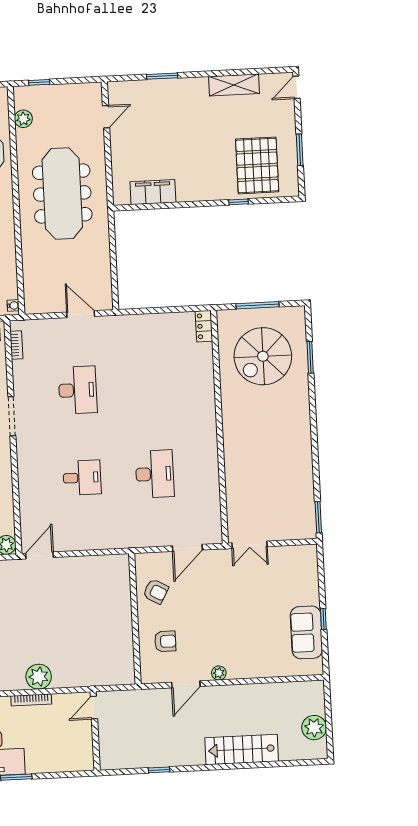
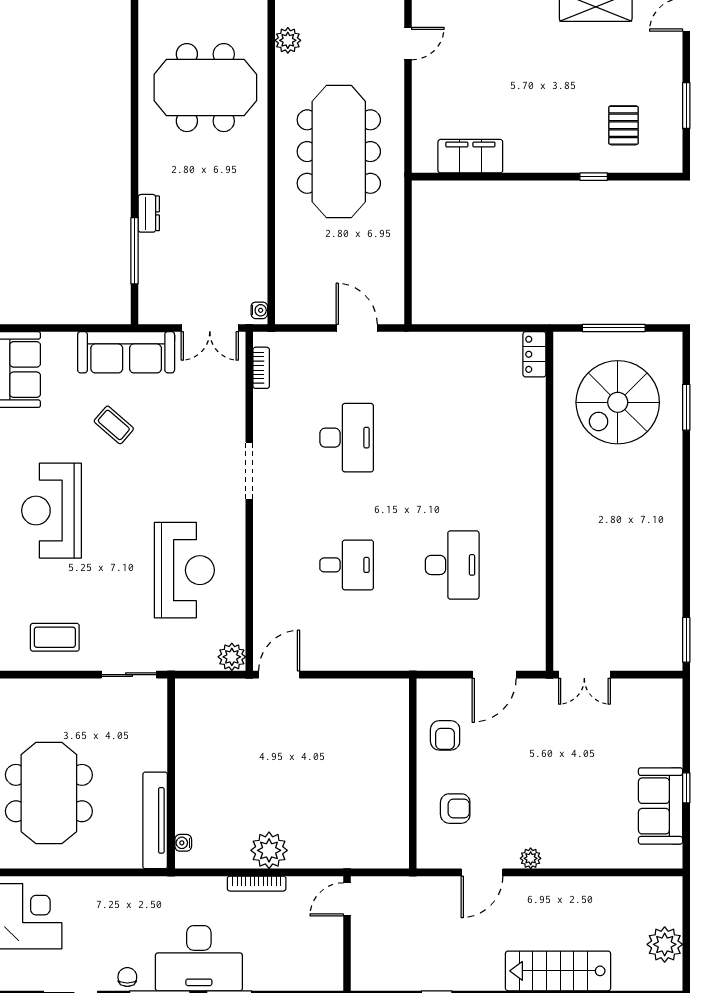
pallet: (257, 165) -> (623, 125), width x0.49, depth x0.50
armchair: (156, 591) -> (445, 735), turned 61

